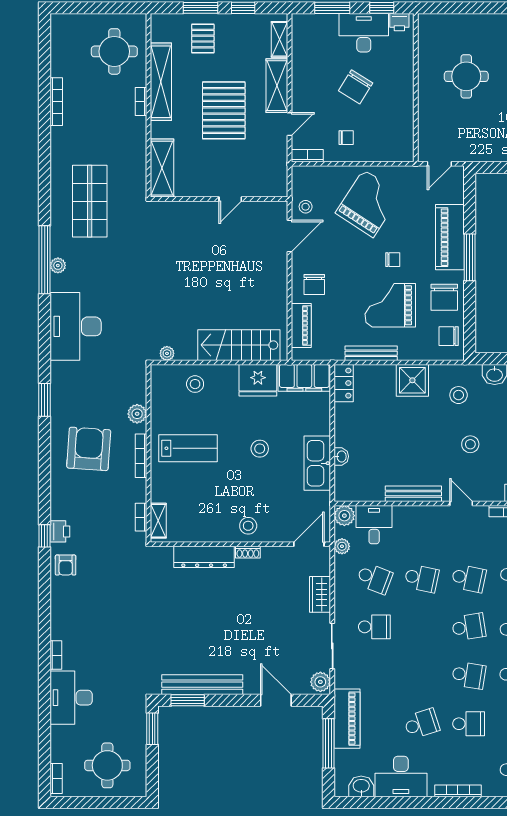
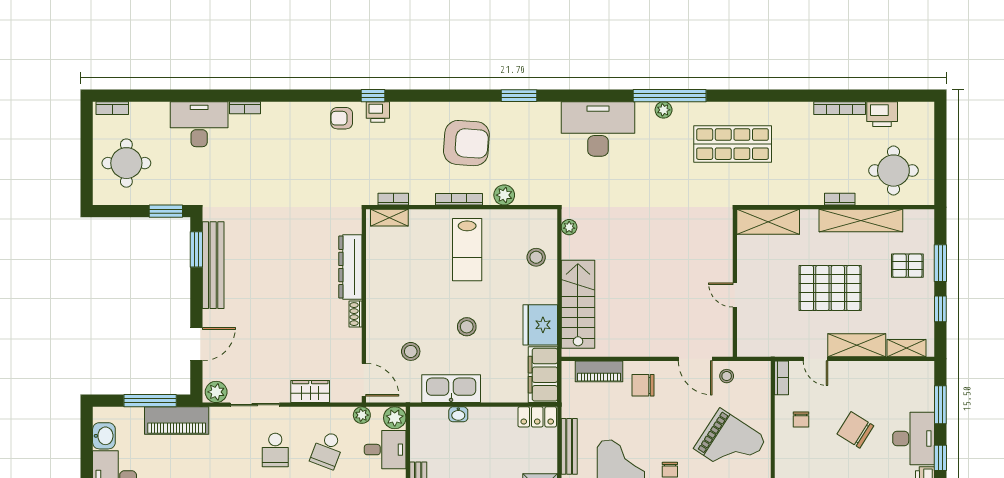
printer: (62, 62) -> (882, 114), added
stool: (248, 526) -> (411, 351), moved

